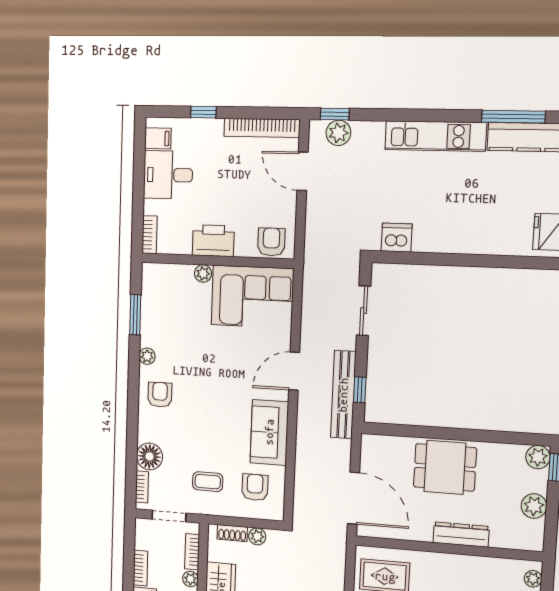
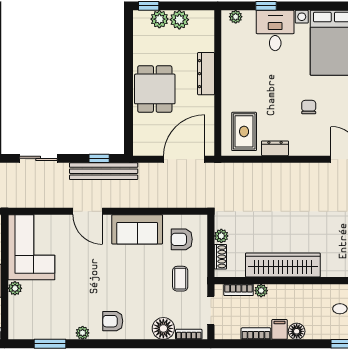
plant: (538, 457) -> (159, 19), moved

